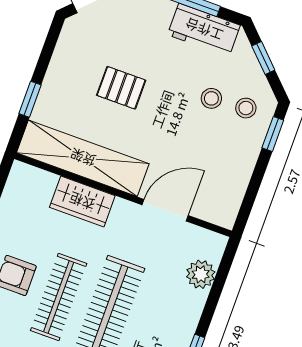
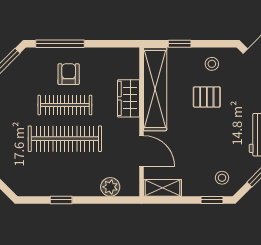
pallet: (121, 88) -> (207, 97), turned 90
stool: (211, 98) -> (212, 64), moved
shelving: (230, 199) -> (163, 188), added

